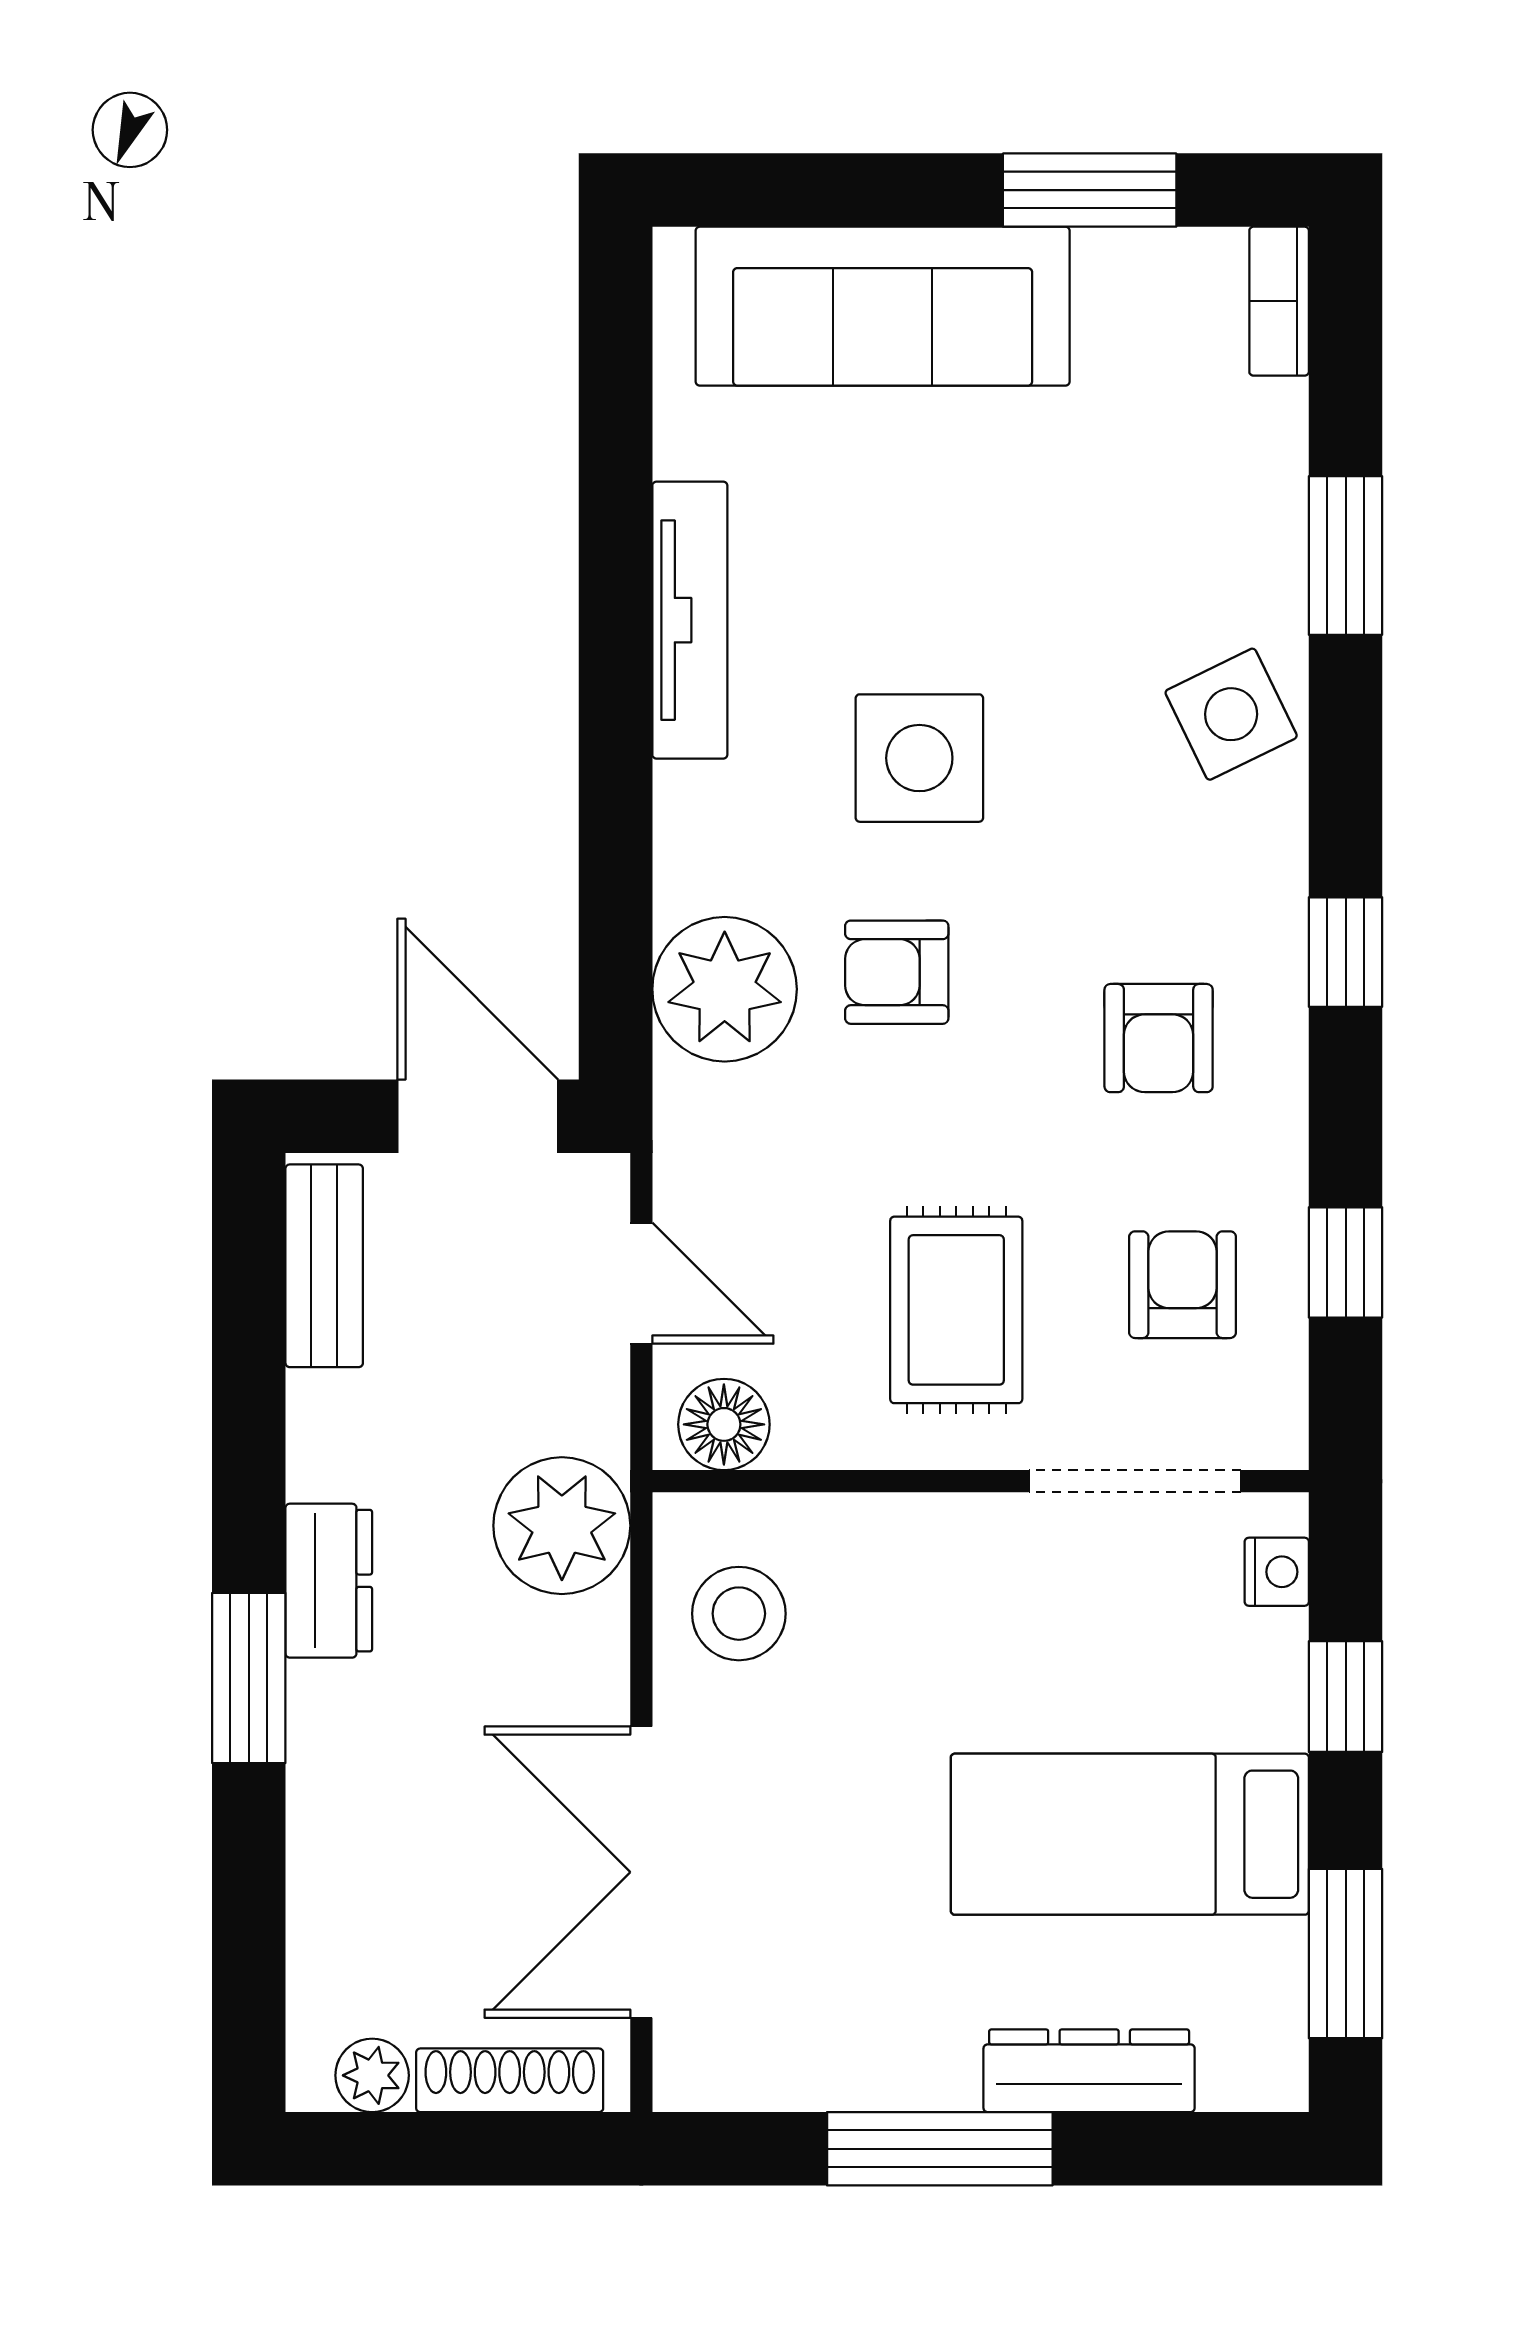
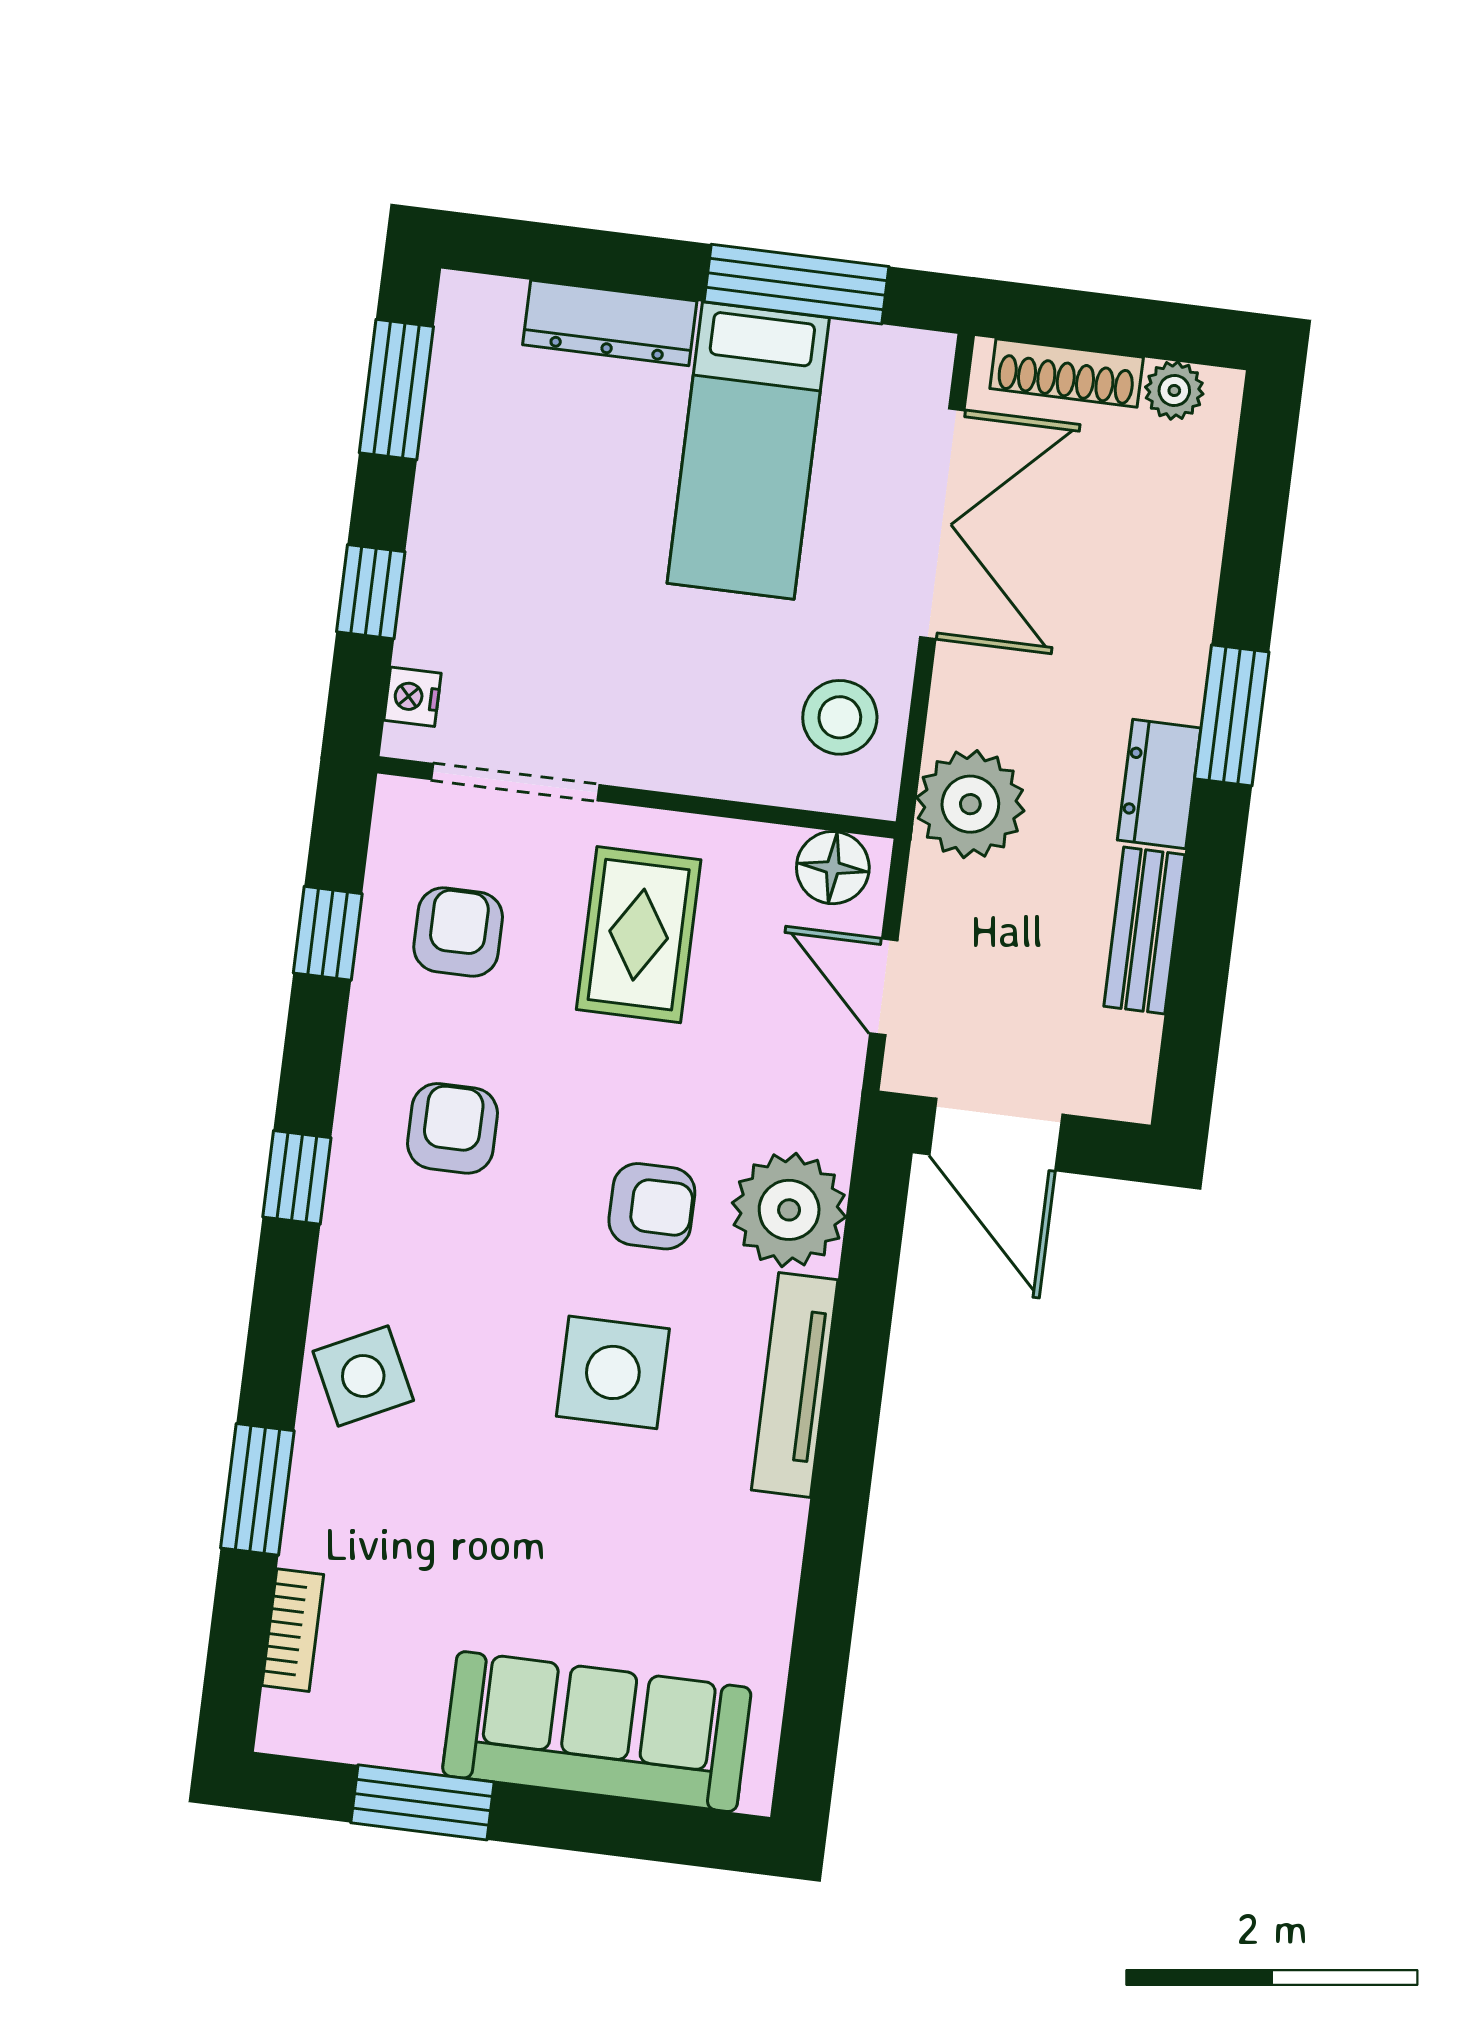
bookcase: (1279, 301) -> (293, 1630), moved
tv unit: (690, 620) -> (795, 1385), moved
bench: (324, 1266) -> (1144, 930), moved
armchair: (1183, 1285) -> (458, 932), turned 180
bed: (1130, 1834) -> (748, 450), moved, turned 90
window: (940, 2149) -> (797, 284), moved

